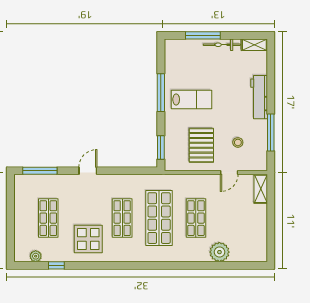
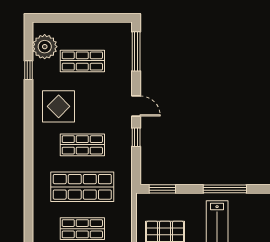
window: (115, 171) -> (136, 137), added
plant: (36, 256) -> (45, 47), width x1.88, depth x1.88

